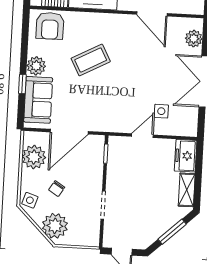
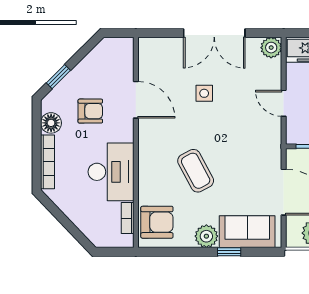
door: (152, 14) -> (136, 100), hinge flipped
plant: (194, 39) -> (271, 48), moved
side table: (161, 111) -> (204, 93), moved

